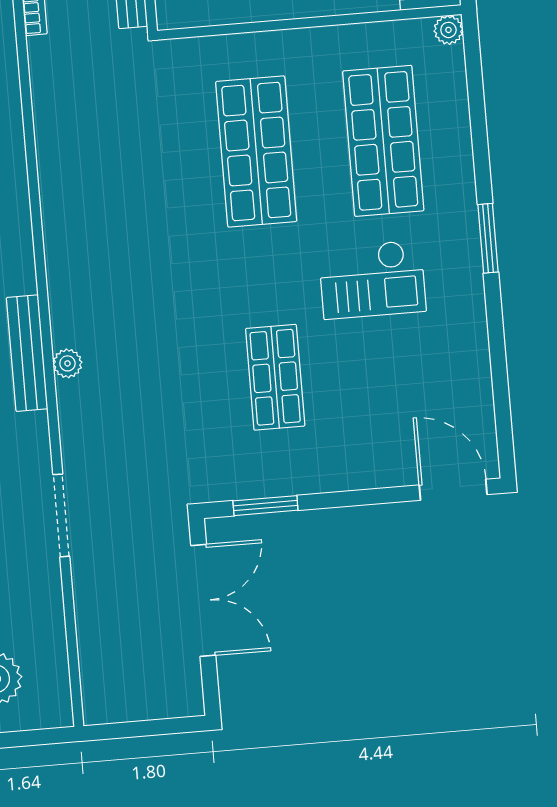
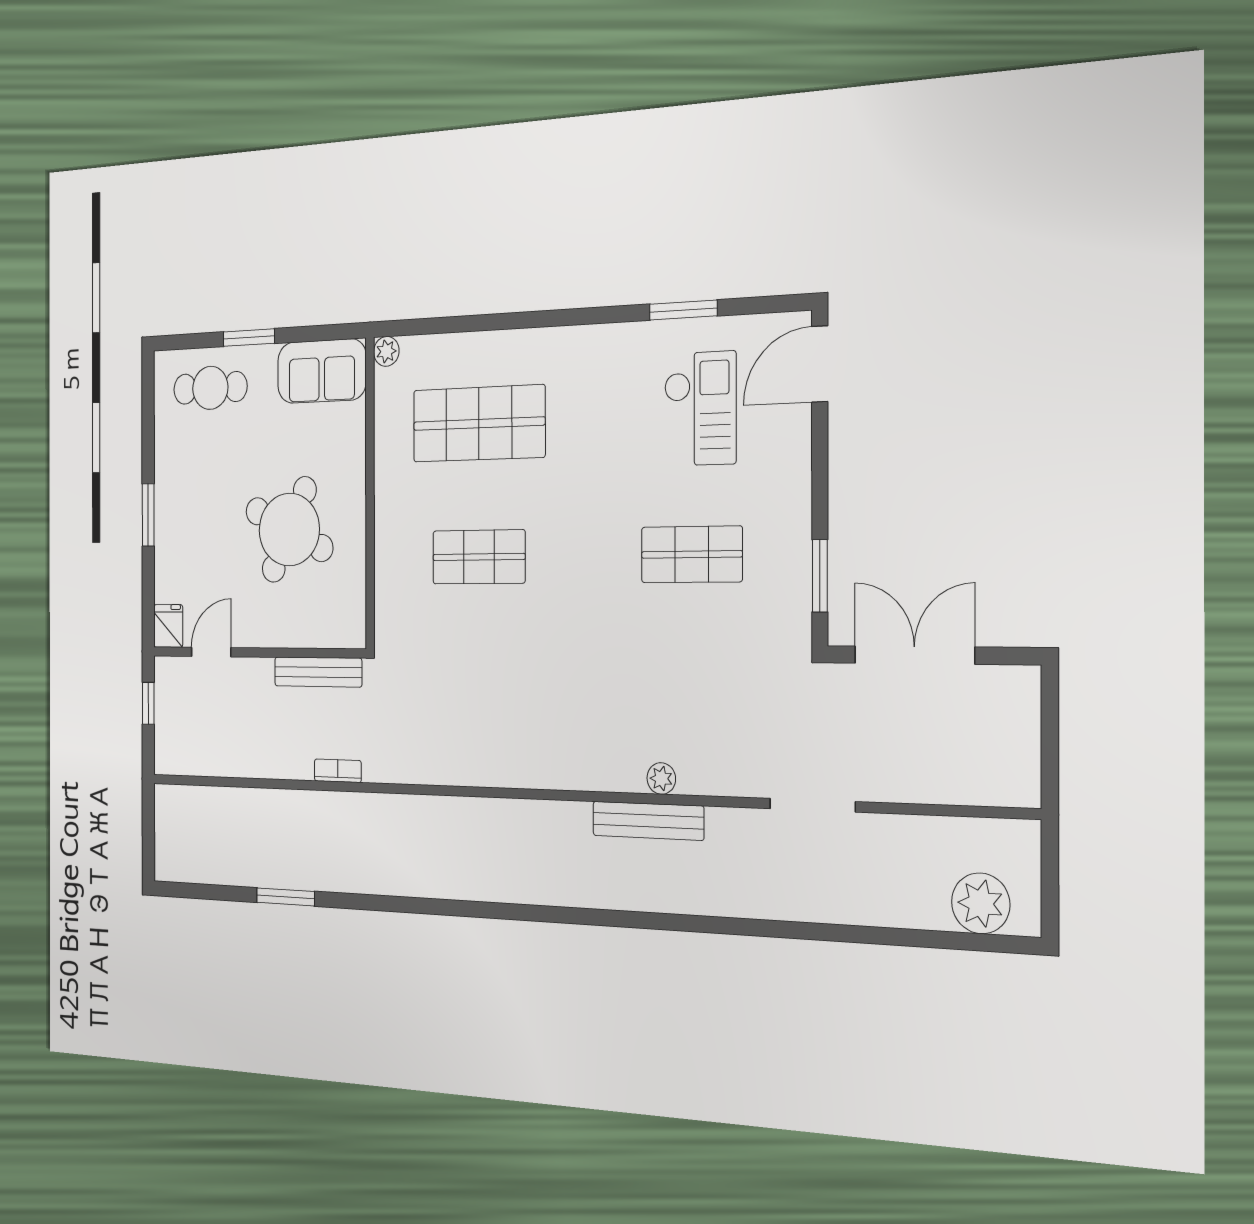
shop shelf: (256, 152) -> (479, 557), width x0.70, depth x0.74
window: (488, 238) -> (683, 310), moved
checkout: (372, 279) -> (700, 409), moved

